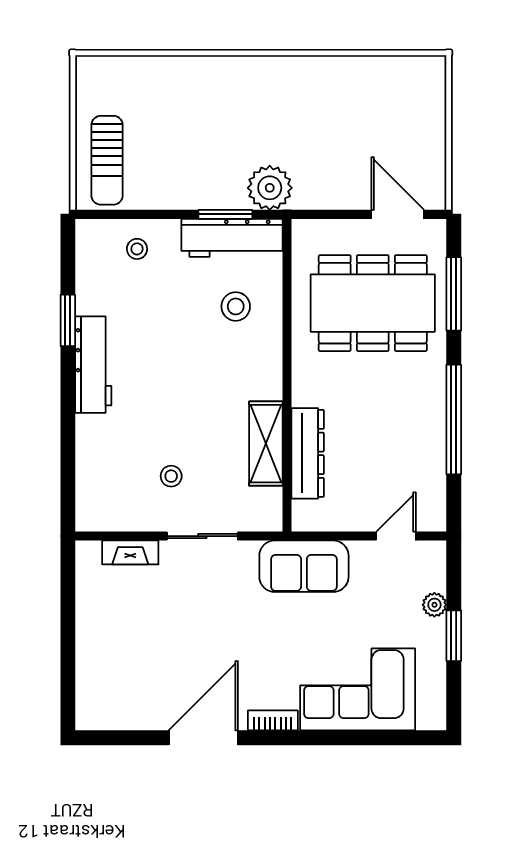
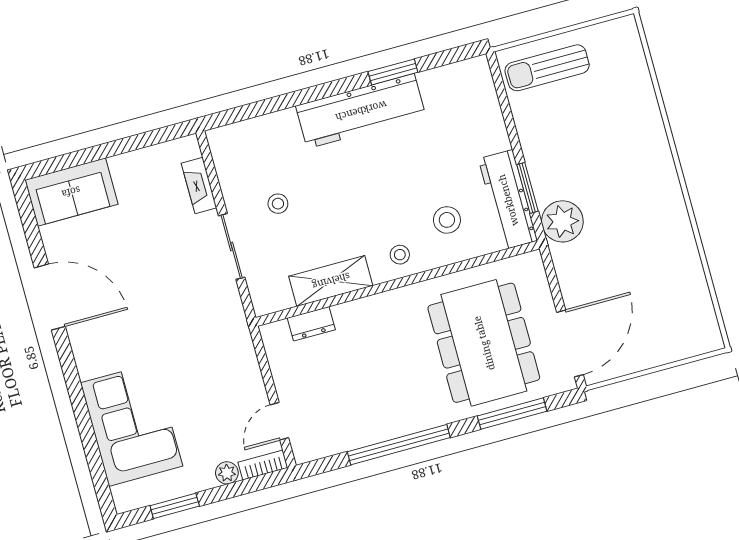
door: (398, 214) -> (570, 343), width x1.36
stool: (137, 249) -> (400, 255), moved
workbench: (93, 365) -> (361, 111), width x1.36, depth x1.32
dresser: (308, 453) -> (311, 324), width x0.51, depth x0.80
door: (396, 536) -> (279, 421), swing flipped
sofa: (304, 566) -> (71, 192), moved, turned -90
window: (454, 636) -> (175, 506), moved
bookcase: (273, 720) -> (263, 465), moved, turned -90

